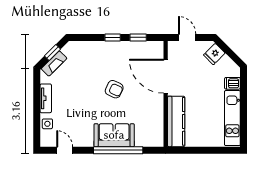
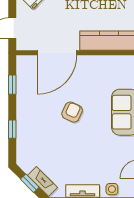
window: (113, 37) -> (12, 129), moved

